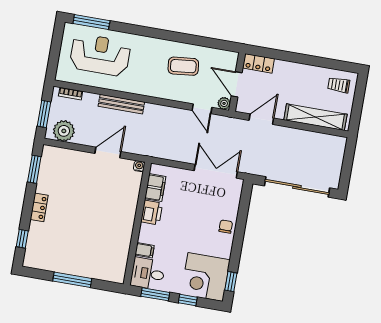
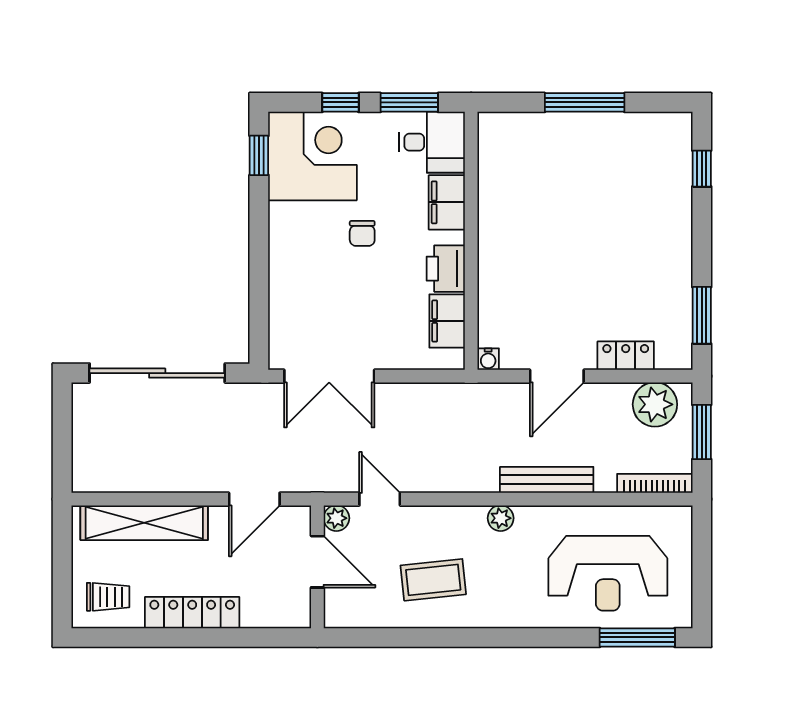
locker: (258, 63) -> (192, 613), moved, width x1.53
plant: (146, 90) -> (501, 518), added
bookcase: (71, 94) -> (654, 483), width x1.56
locker: (39, 207) -> (626, 356), moved, turned 90
chair: (226, 227) -> (362, 233), moved
filing cabinet: (145, 250) -> (447, 202), width x2.00

